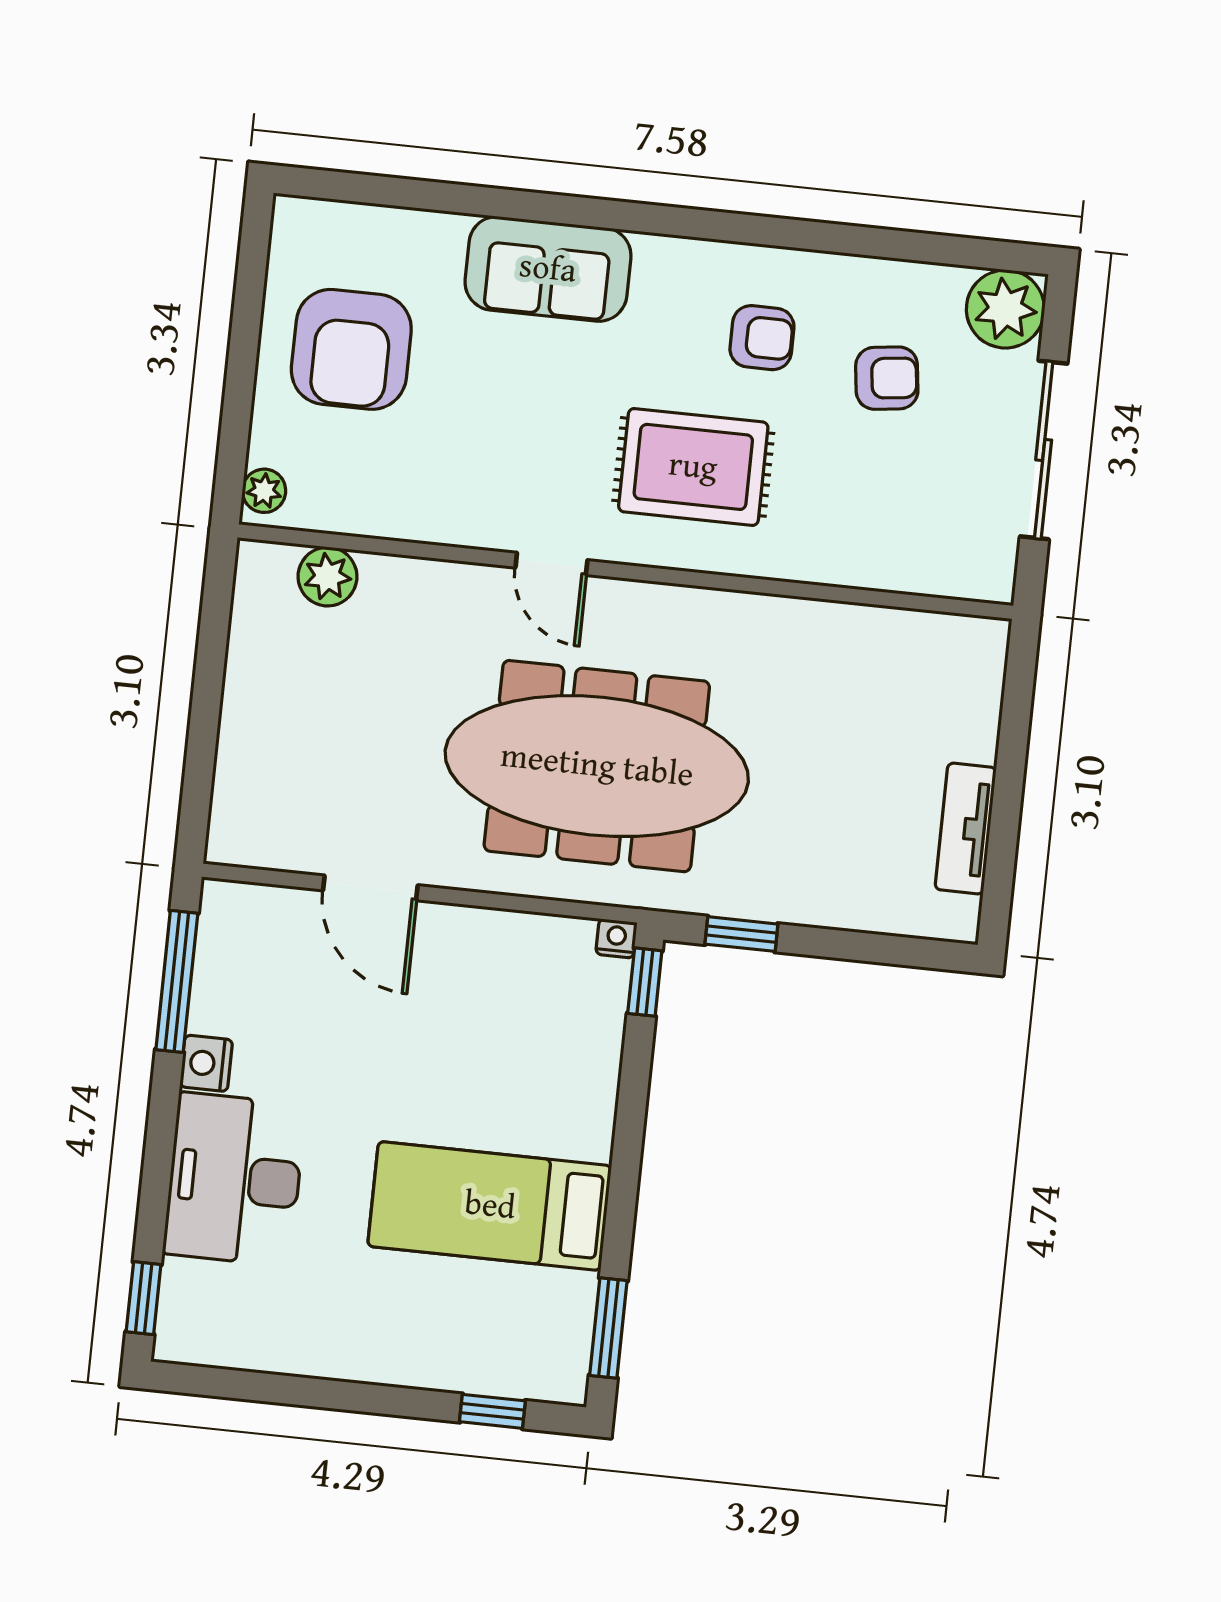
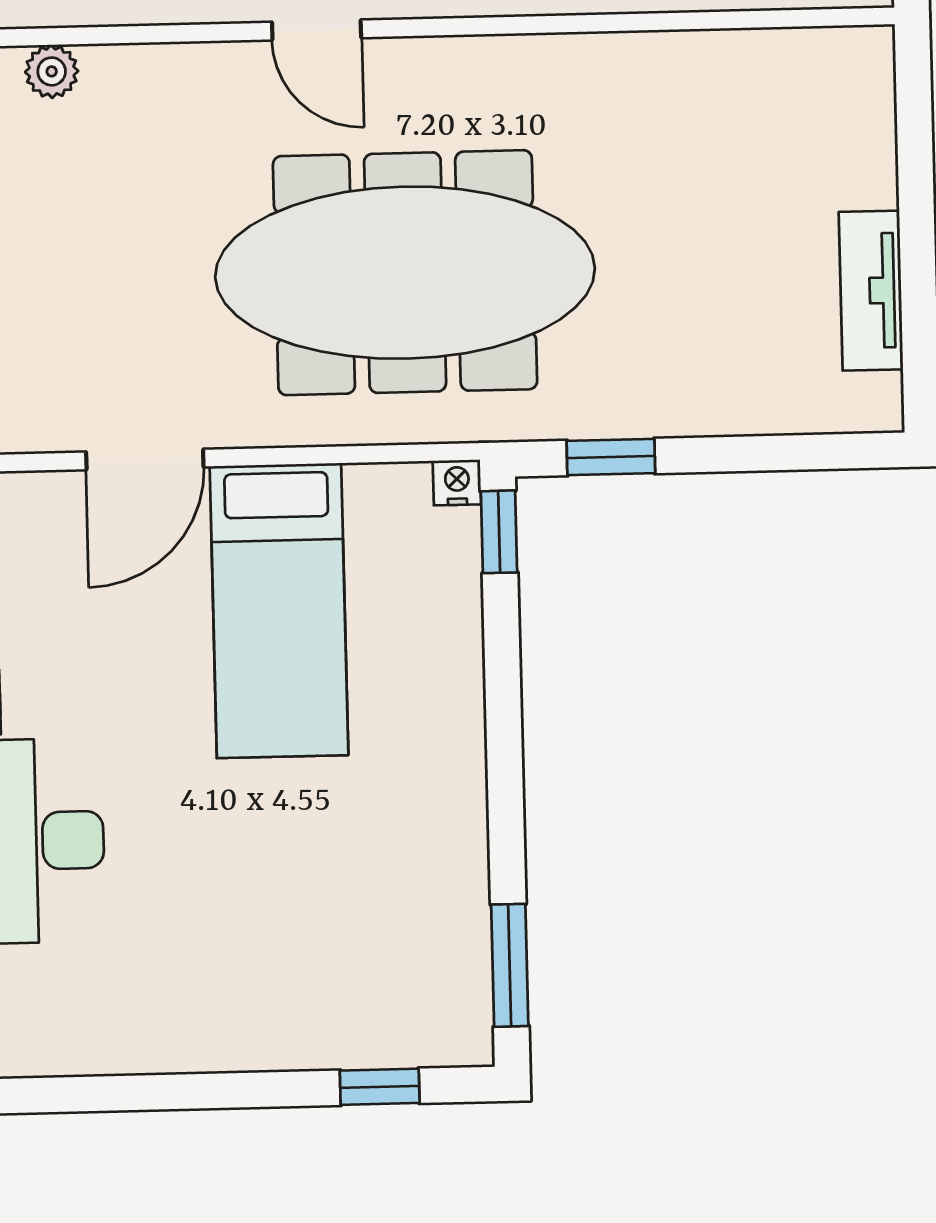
plant: (327, 577) -> (52, 71), width x0.73, depth x0.73
door: (370, 888) -> (145, 459), hinge flipped
bed: (490, 1206) -> (279, 611), moved, turned -90

